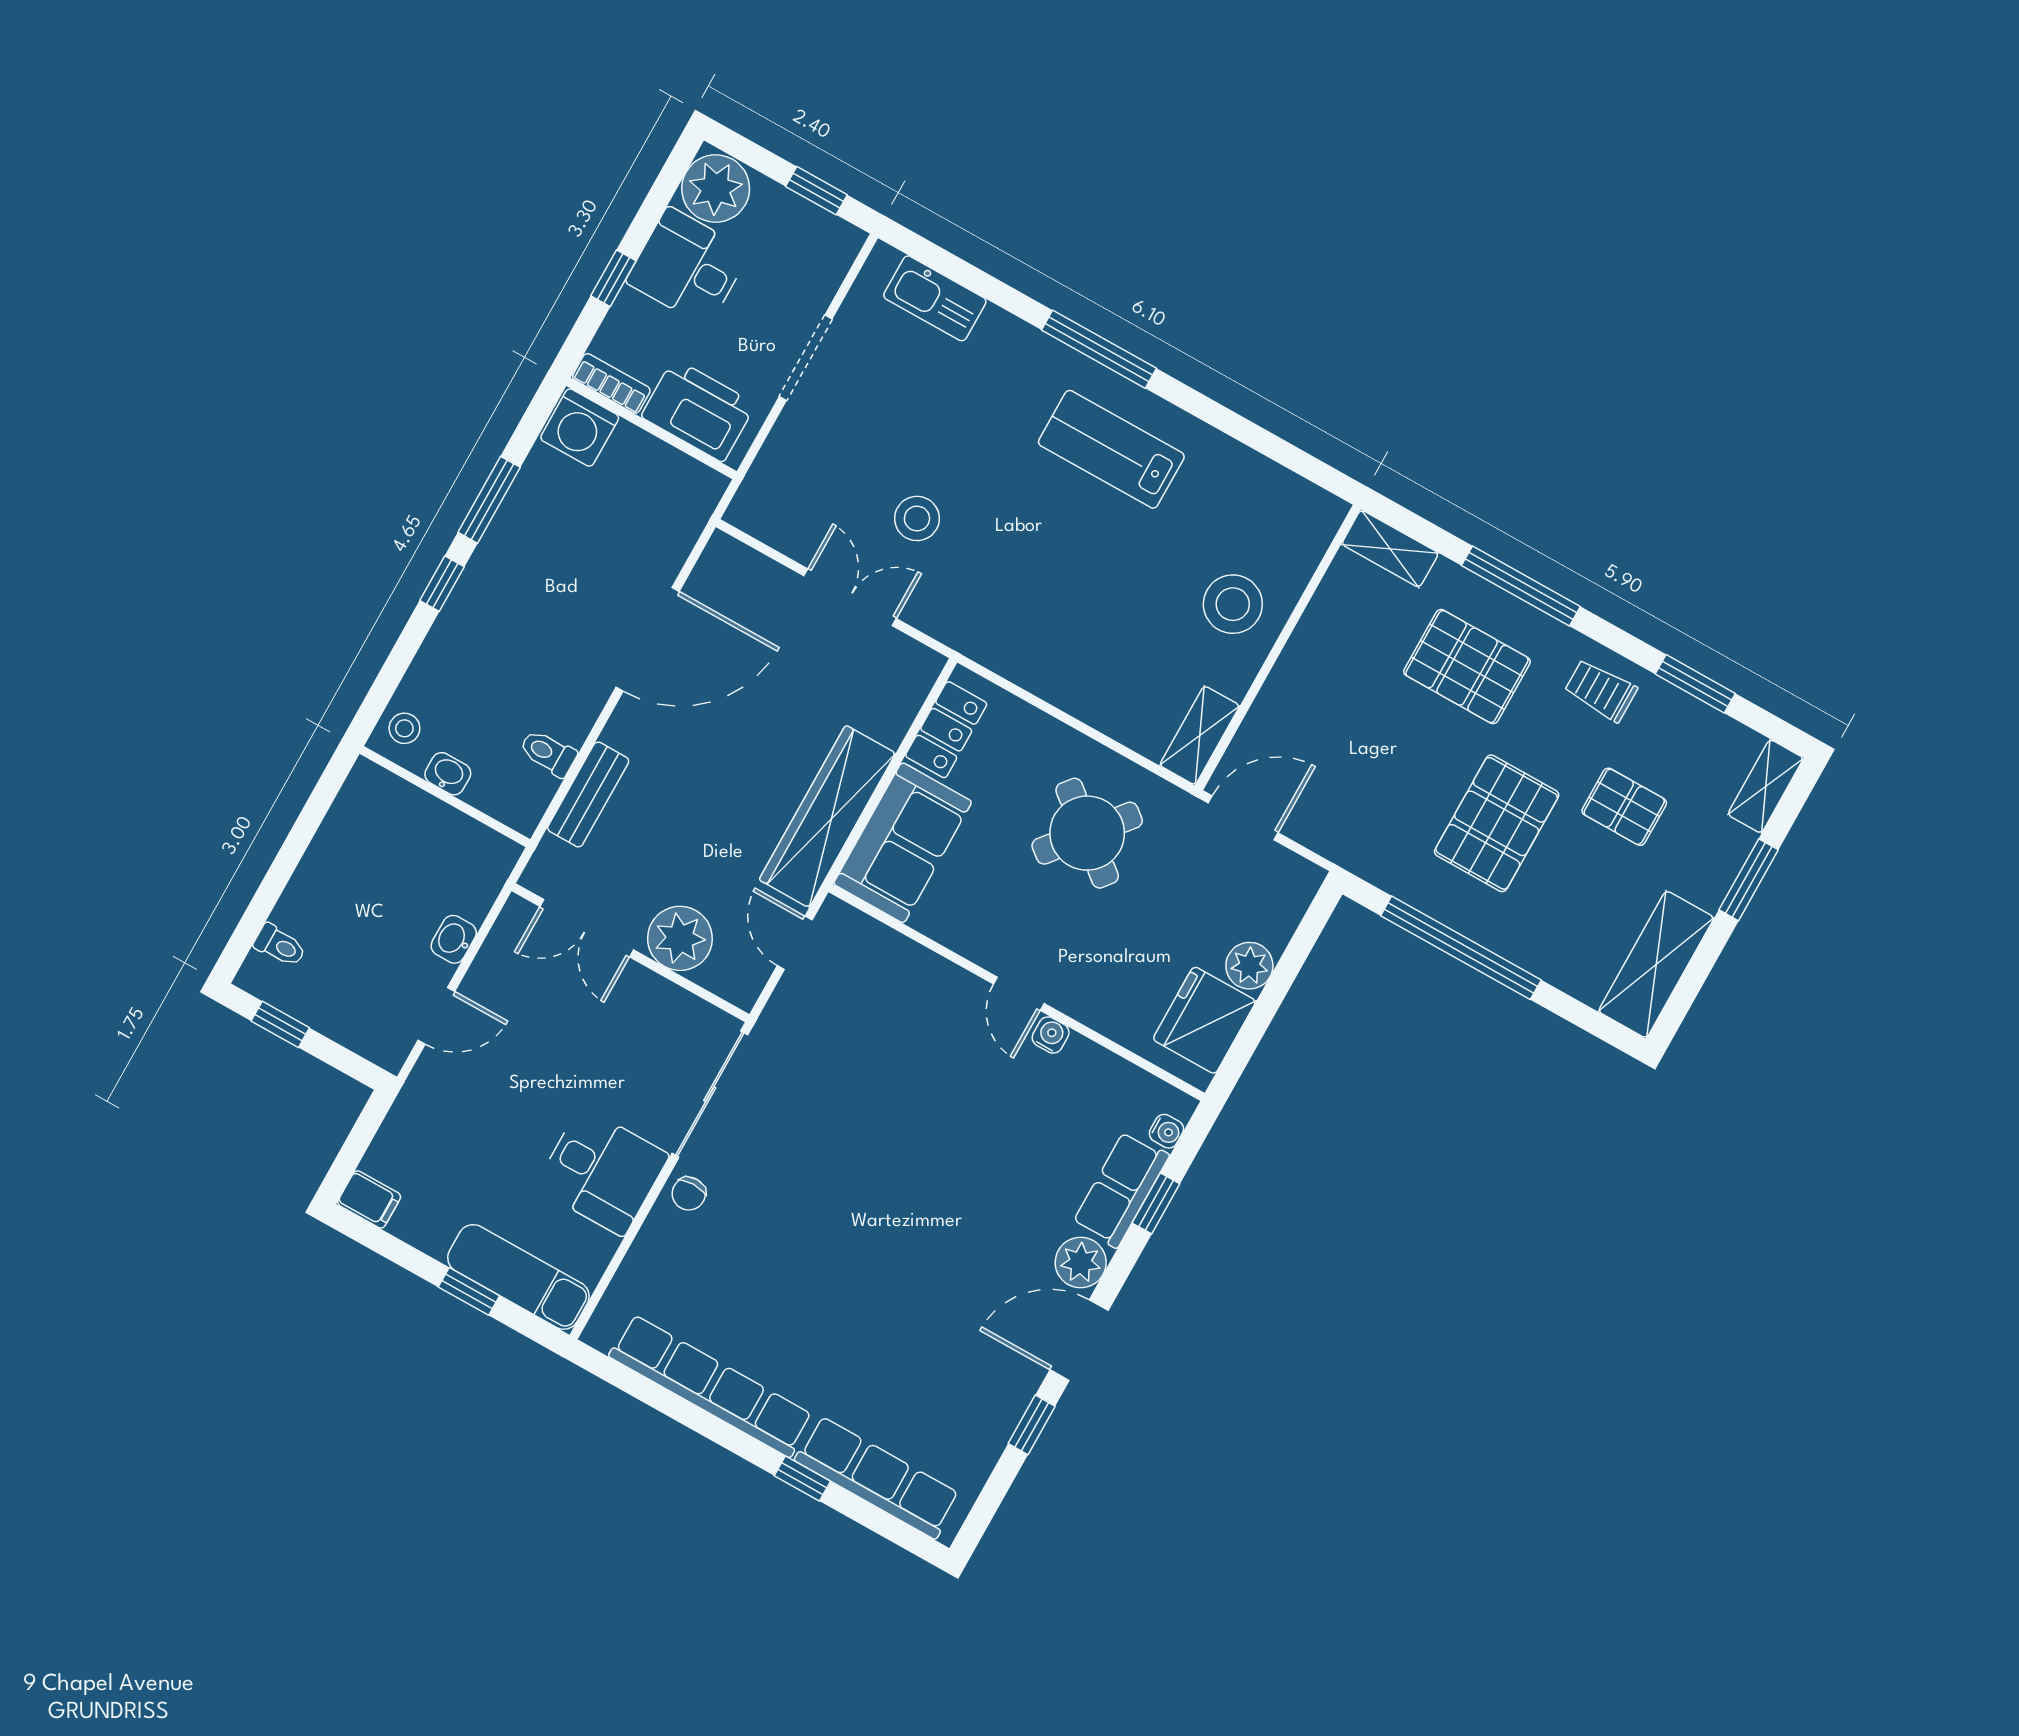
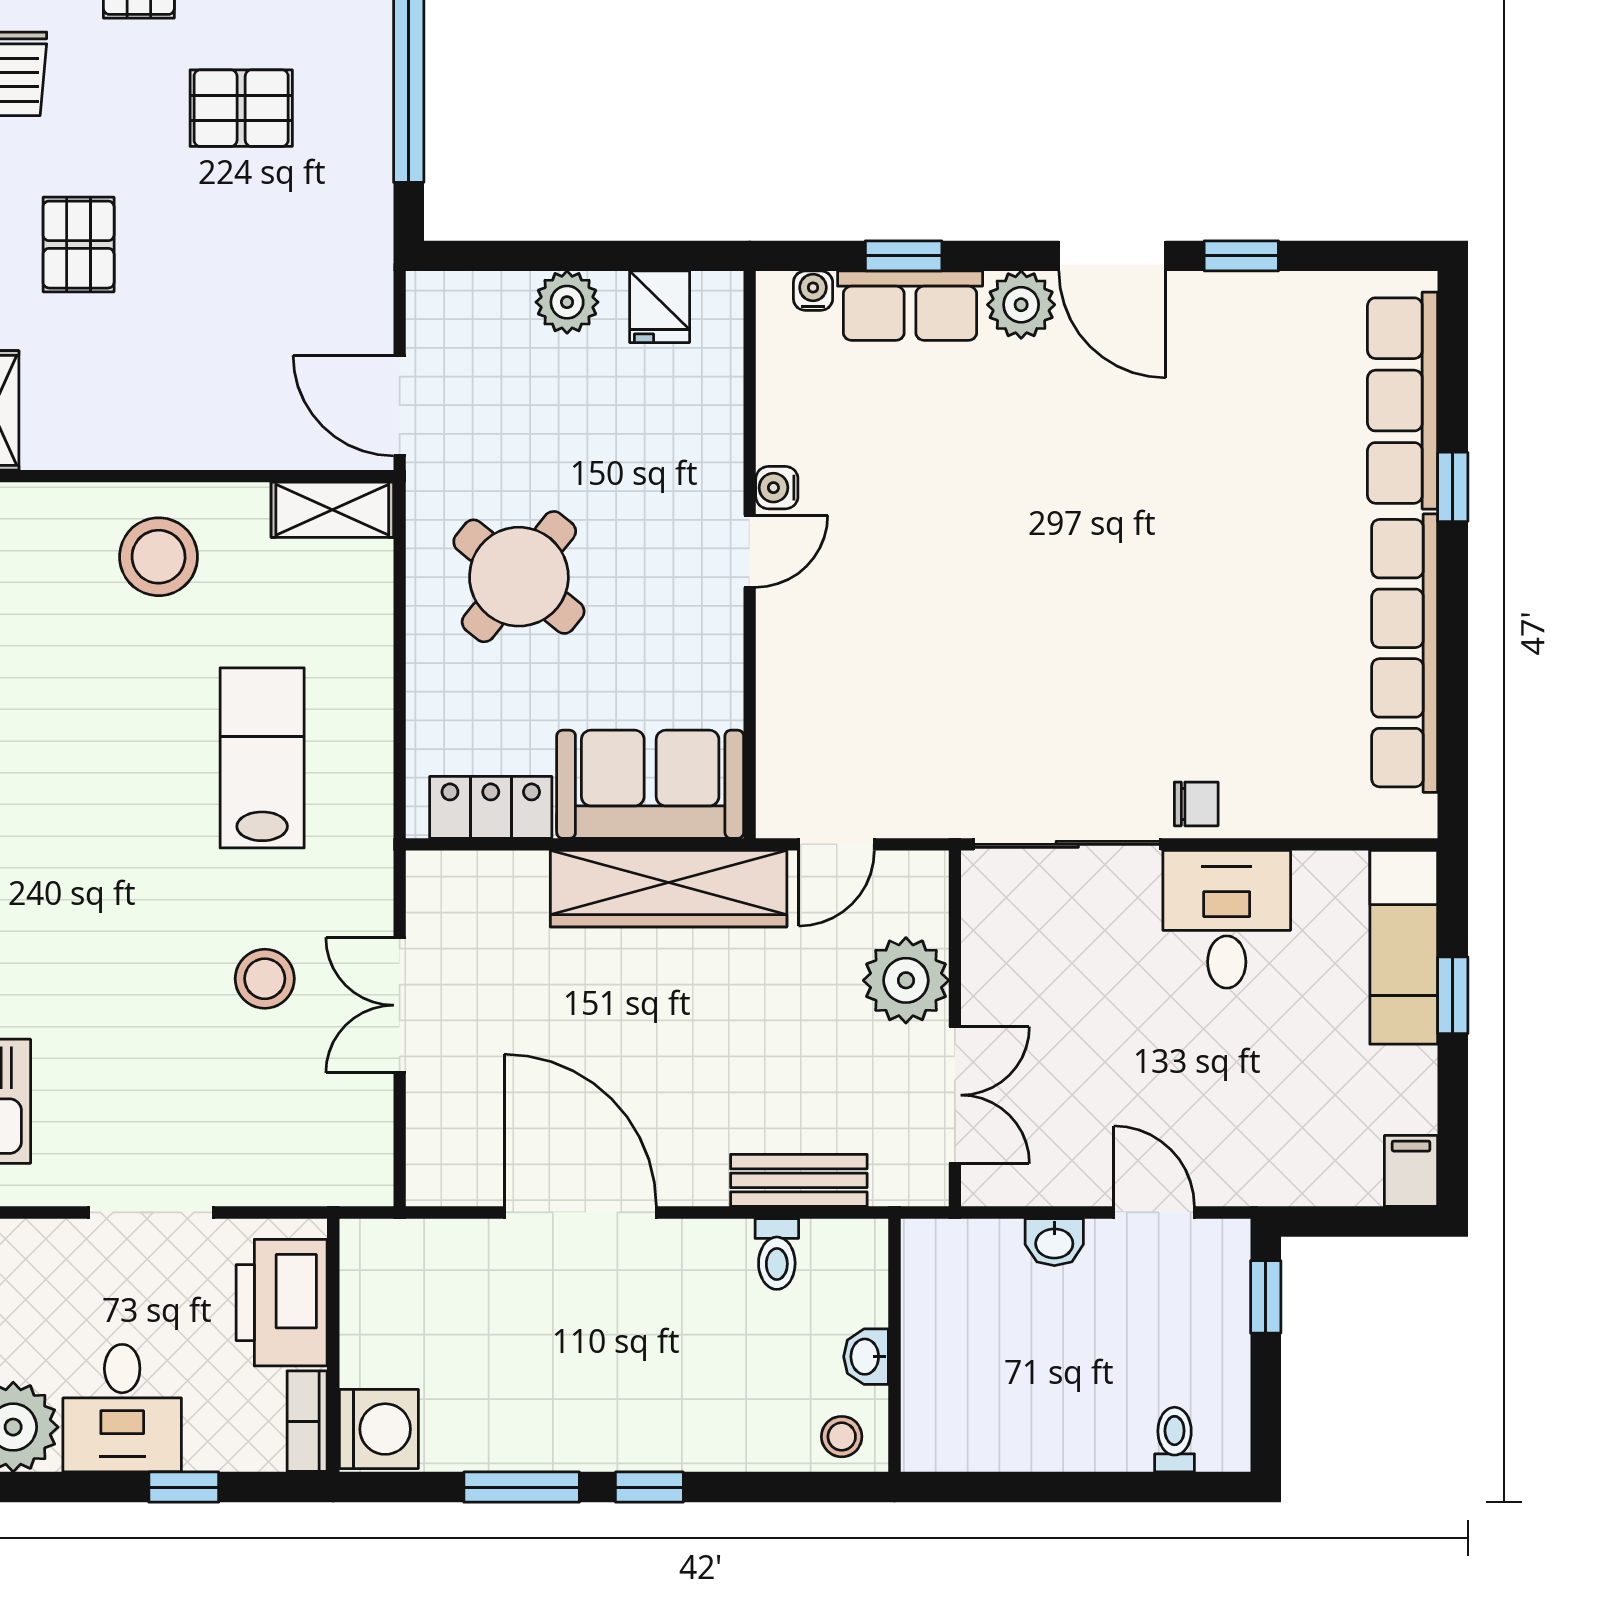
lab bench: (1111, 449) -> (262, 758), moved, turned 180
pallet: (1467, 667) -> (79, 245), width x0.67, depth x0.71
pallet: (1497, 823) -> (241, 108), width x0.67, depth x0.71
fridge: (1204, 1020) -> (660, 307), width x0.53, depth x0.75
window: (280, 1024) -> (1266, 1297), moved

